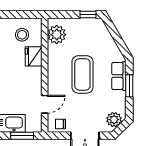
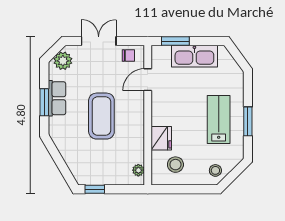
plant: (57, 35) -> (138, 170), width x0.53, depth x0.53
row of seats: (119, 76) -> (57, 98), moved

